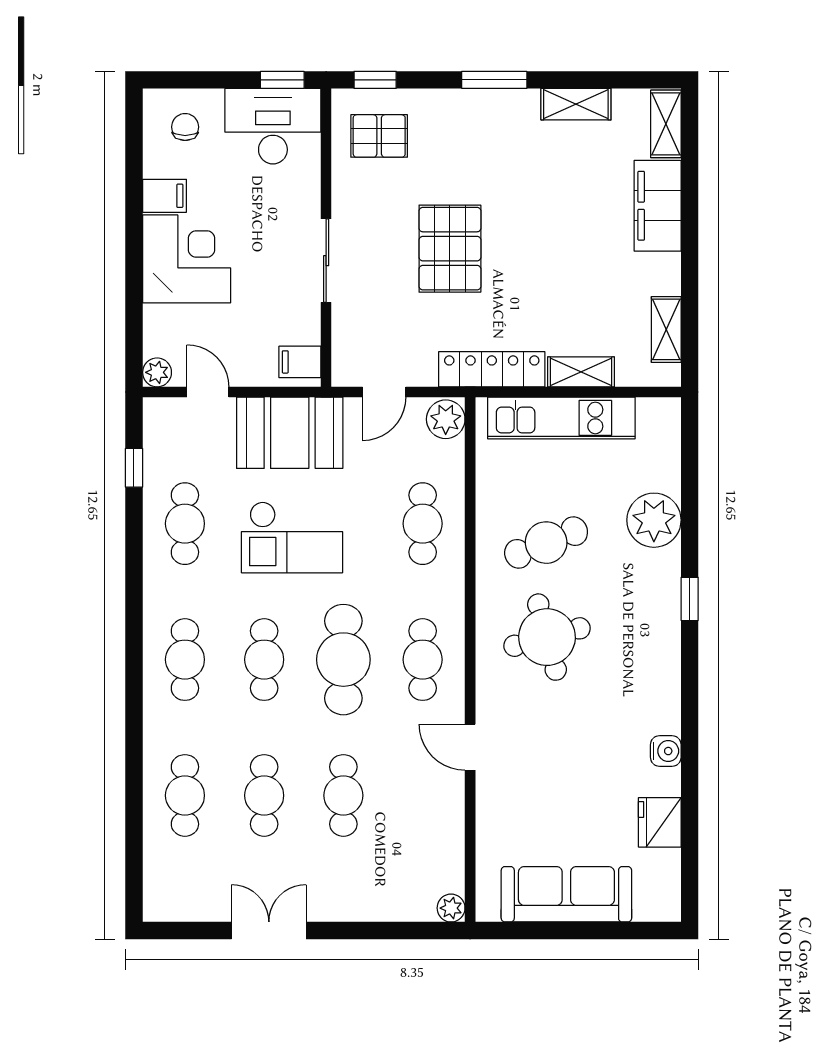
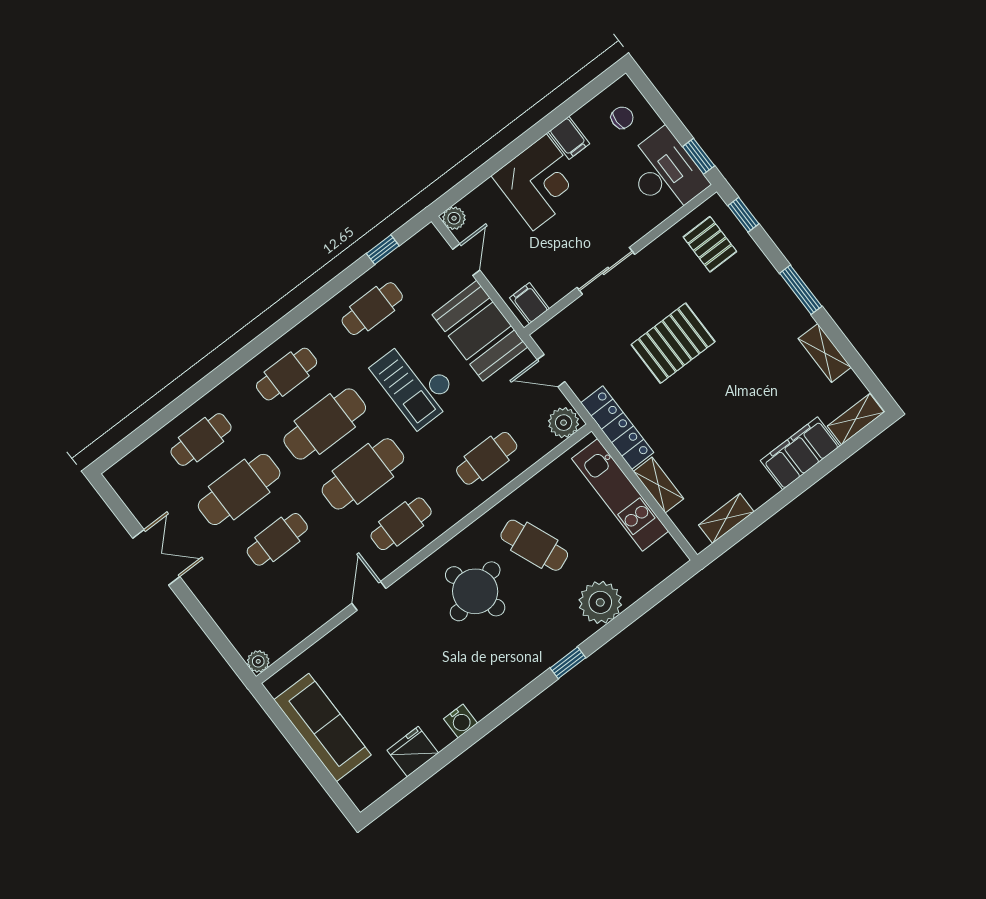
cafe table: (264, 660) -> (325, 424), width x1.37, depth x1.35
cafe table: (264, 795) -> (239, 489), width x1.37, depth x1.35

